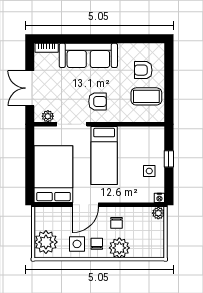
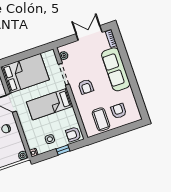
double door: (30, 88) -> (89, 33), moved
armchair: (153, 139) -> (73, 134), added

